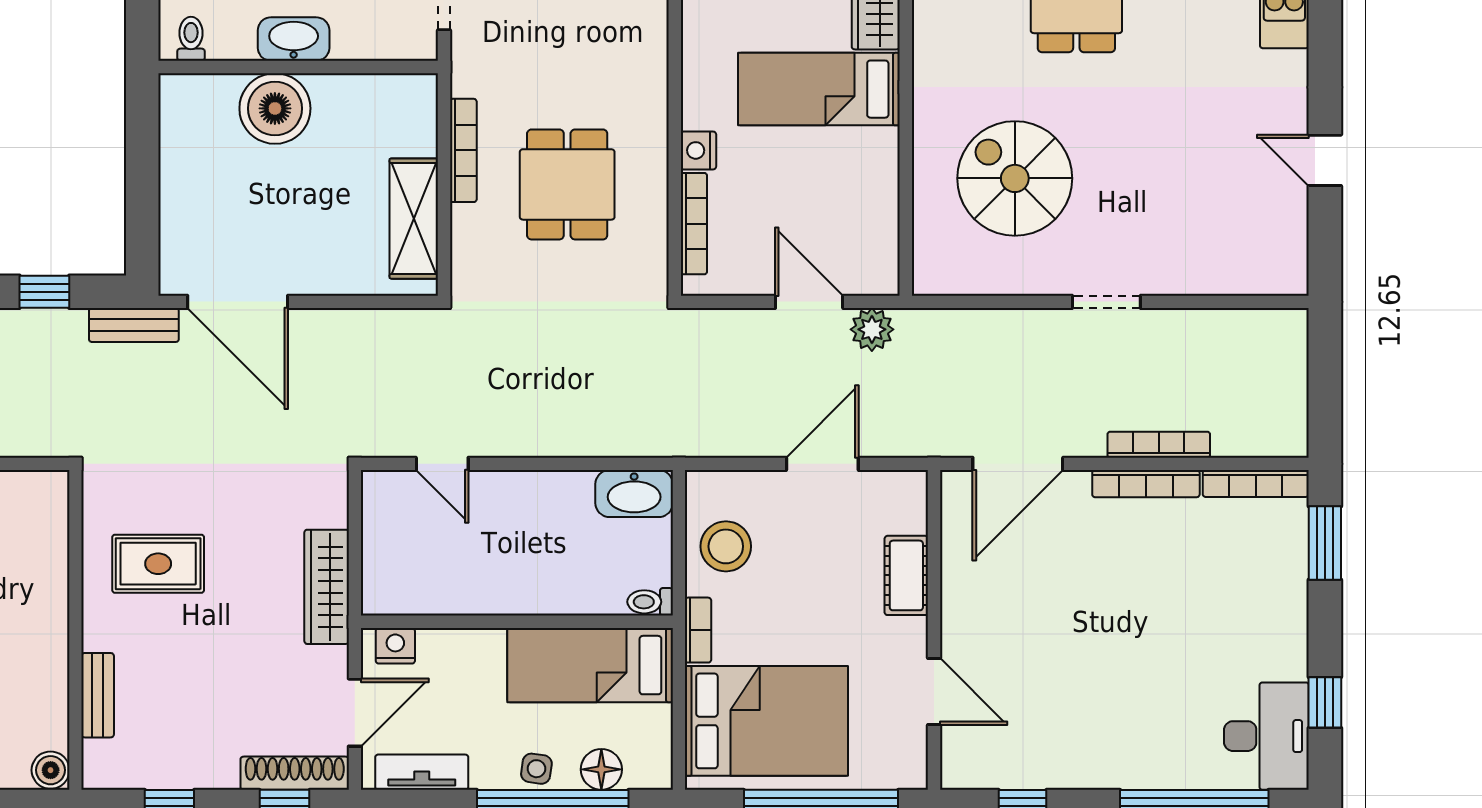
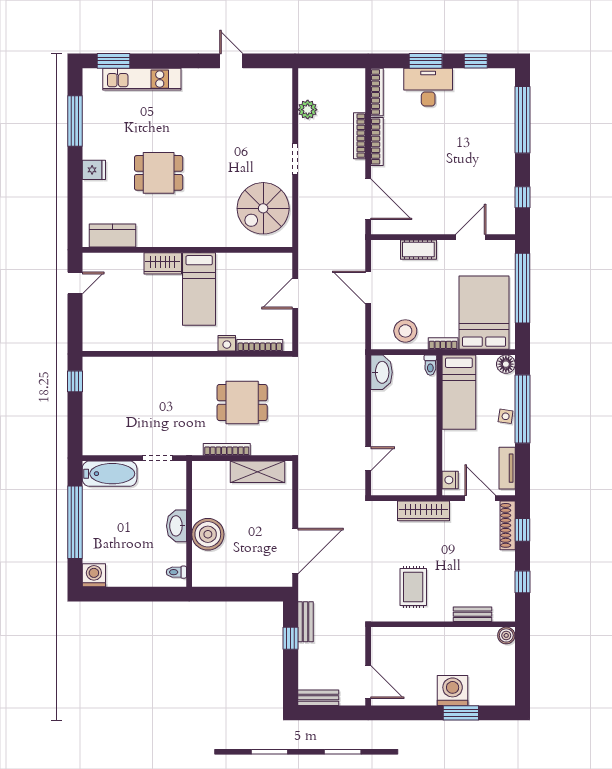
door: (1325, 160) -> (231, 61), swing flipped
spiral stairs: (1015, 178) -> (263, 208), moved
bench: (134, 325) -> (306, 622), moved
plant: (872, 329) -> (308, 110), moved
window: (1325, 543) -> (426, 61), moved
desk: (1266, 736) -> (428, 87), moved
floor lamp: (601, 769) -> (506, 364), moved

